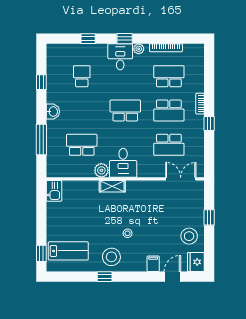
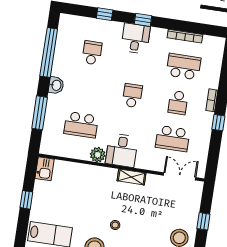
plant: (139, 49) -> (156, 33), removed
window: (41, 82) -> (49, 53), width x3.17
school desk: (125, 111) -> (132, 96), width x0.54
school desk: (169, 111) -> (178, 103), width x0.54
school desk: (82, 145) -> (81, 125), turned 180
shelving: (112, 186) -> (132, 177), moved
window: (41, 253) -> (26, 200), moved

